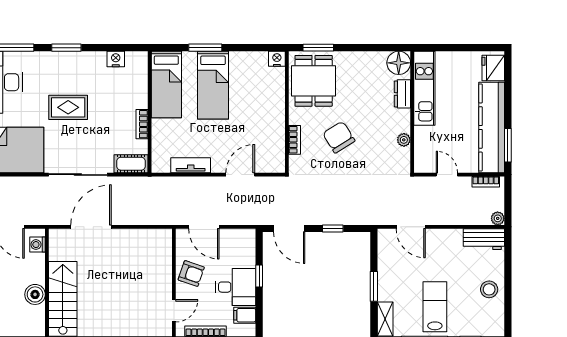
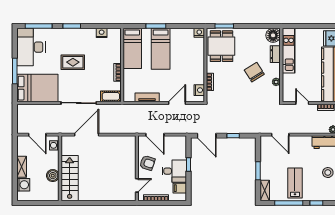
chair: (339, 137) -> (254, 72), moved
nightstand: (277, 153) -> (199, 90), added

